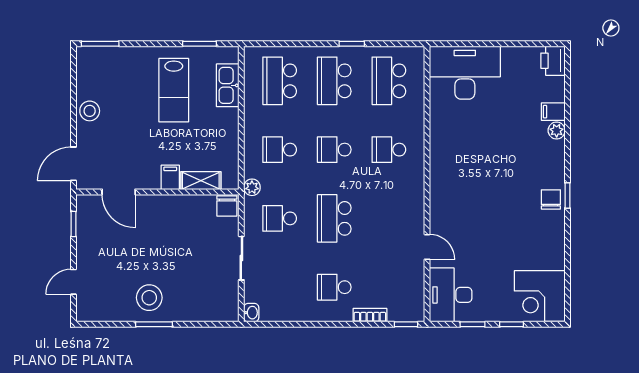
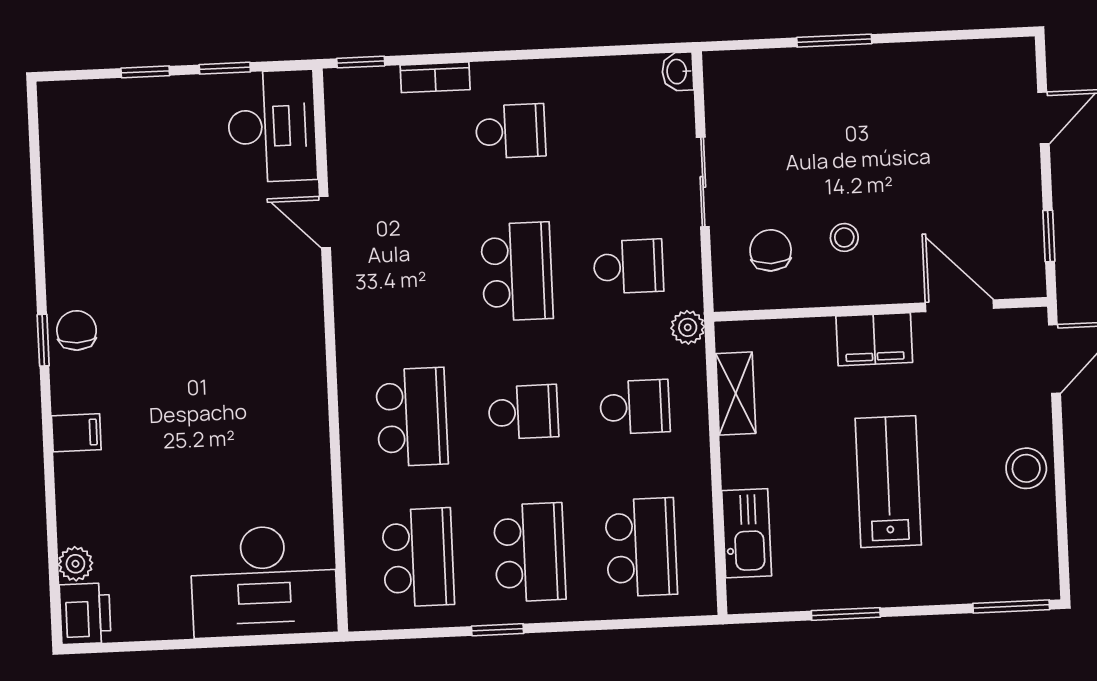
window: (200, 44) -> (846, 614), moved
lab bench: (174, 90) -> (888, 482), moved
filing cabinet: (553, 112) -> (76, 433), moved
plant: (557, 131) -> (75, 564), moved
school desk: (389, 150) -> (412, 417), width x1.85
filing cabinet: (170, 177) -> (874, 339), width x2.00
shelving: (201, 181) -> (736, 393), moved, turned 90
chair: (551, 199) -> (77, 330), turned 180
chair: (227, 206) -> (771, 250), moved
corner desk: (540, 296) -> (90, 132), removed
stool: (149, 298) -> (844, 237), moved, width x0.53, depth x0.53
window: (154, 324) -> (834, 41), moved

